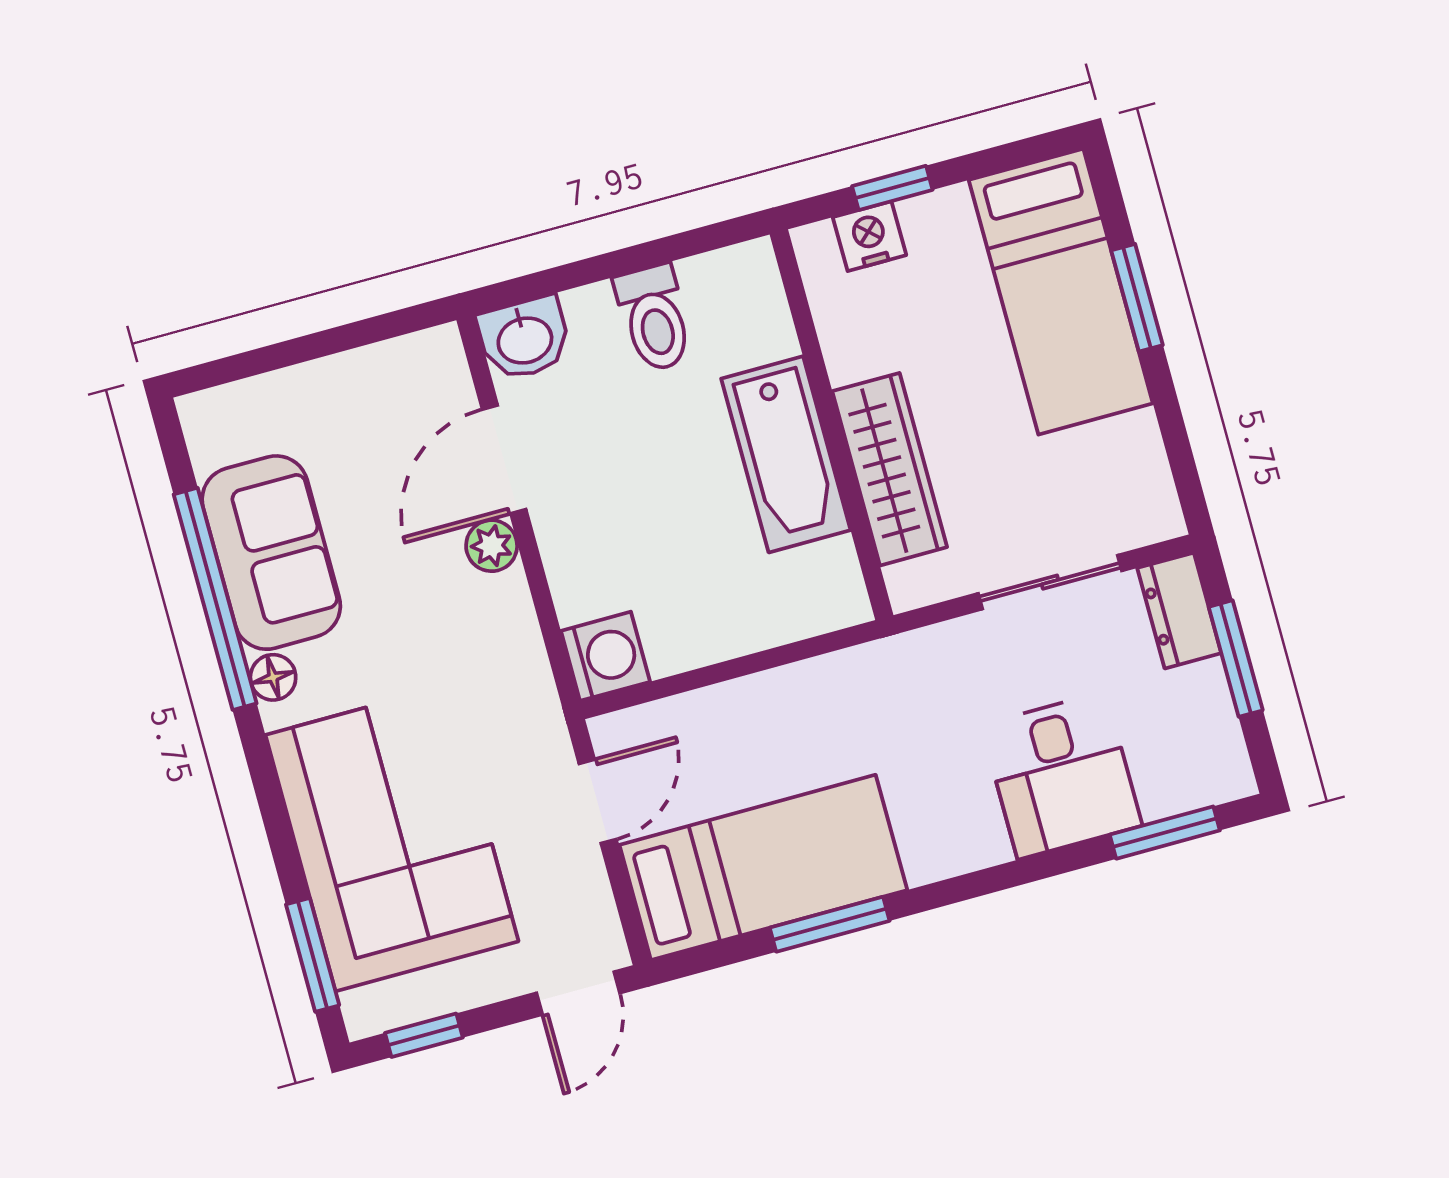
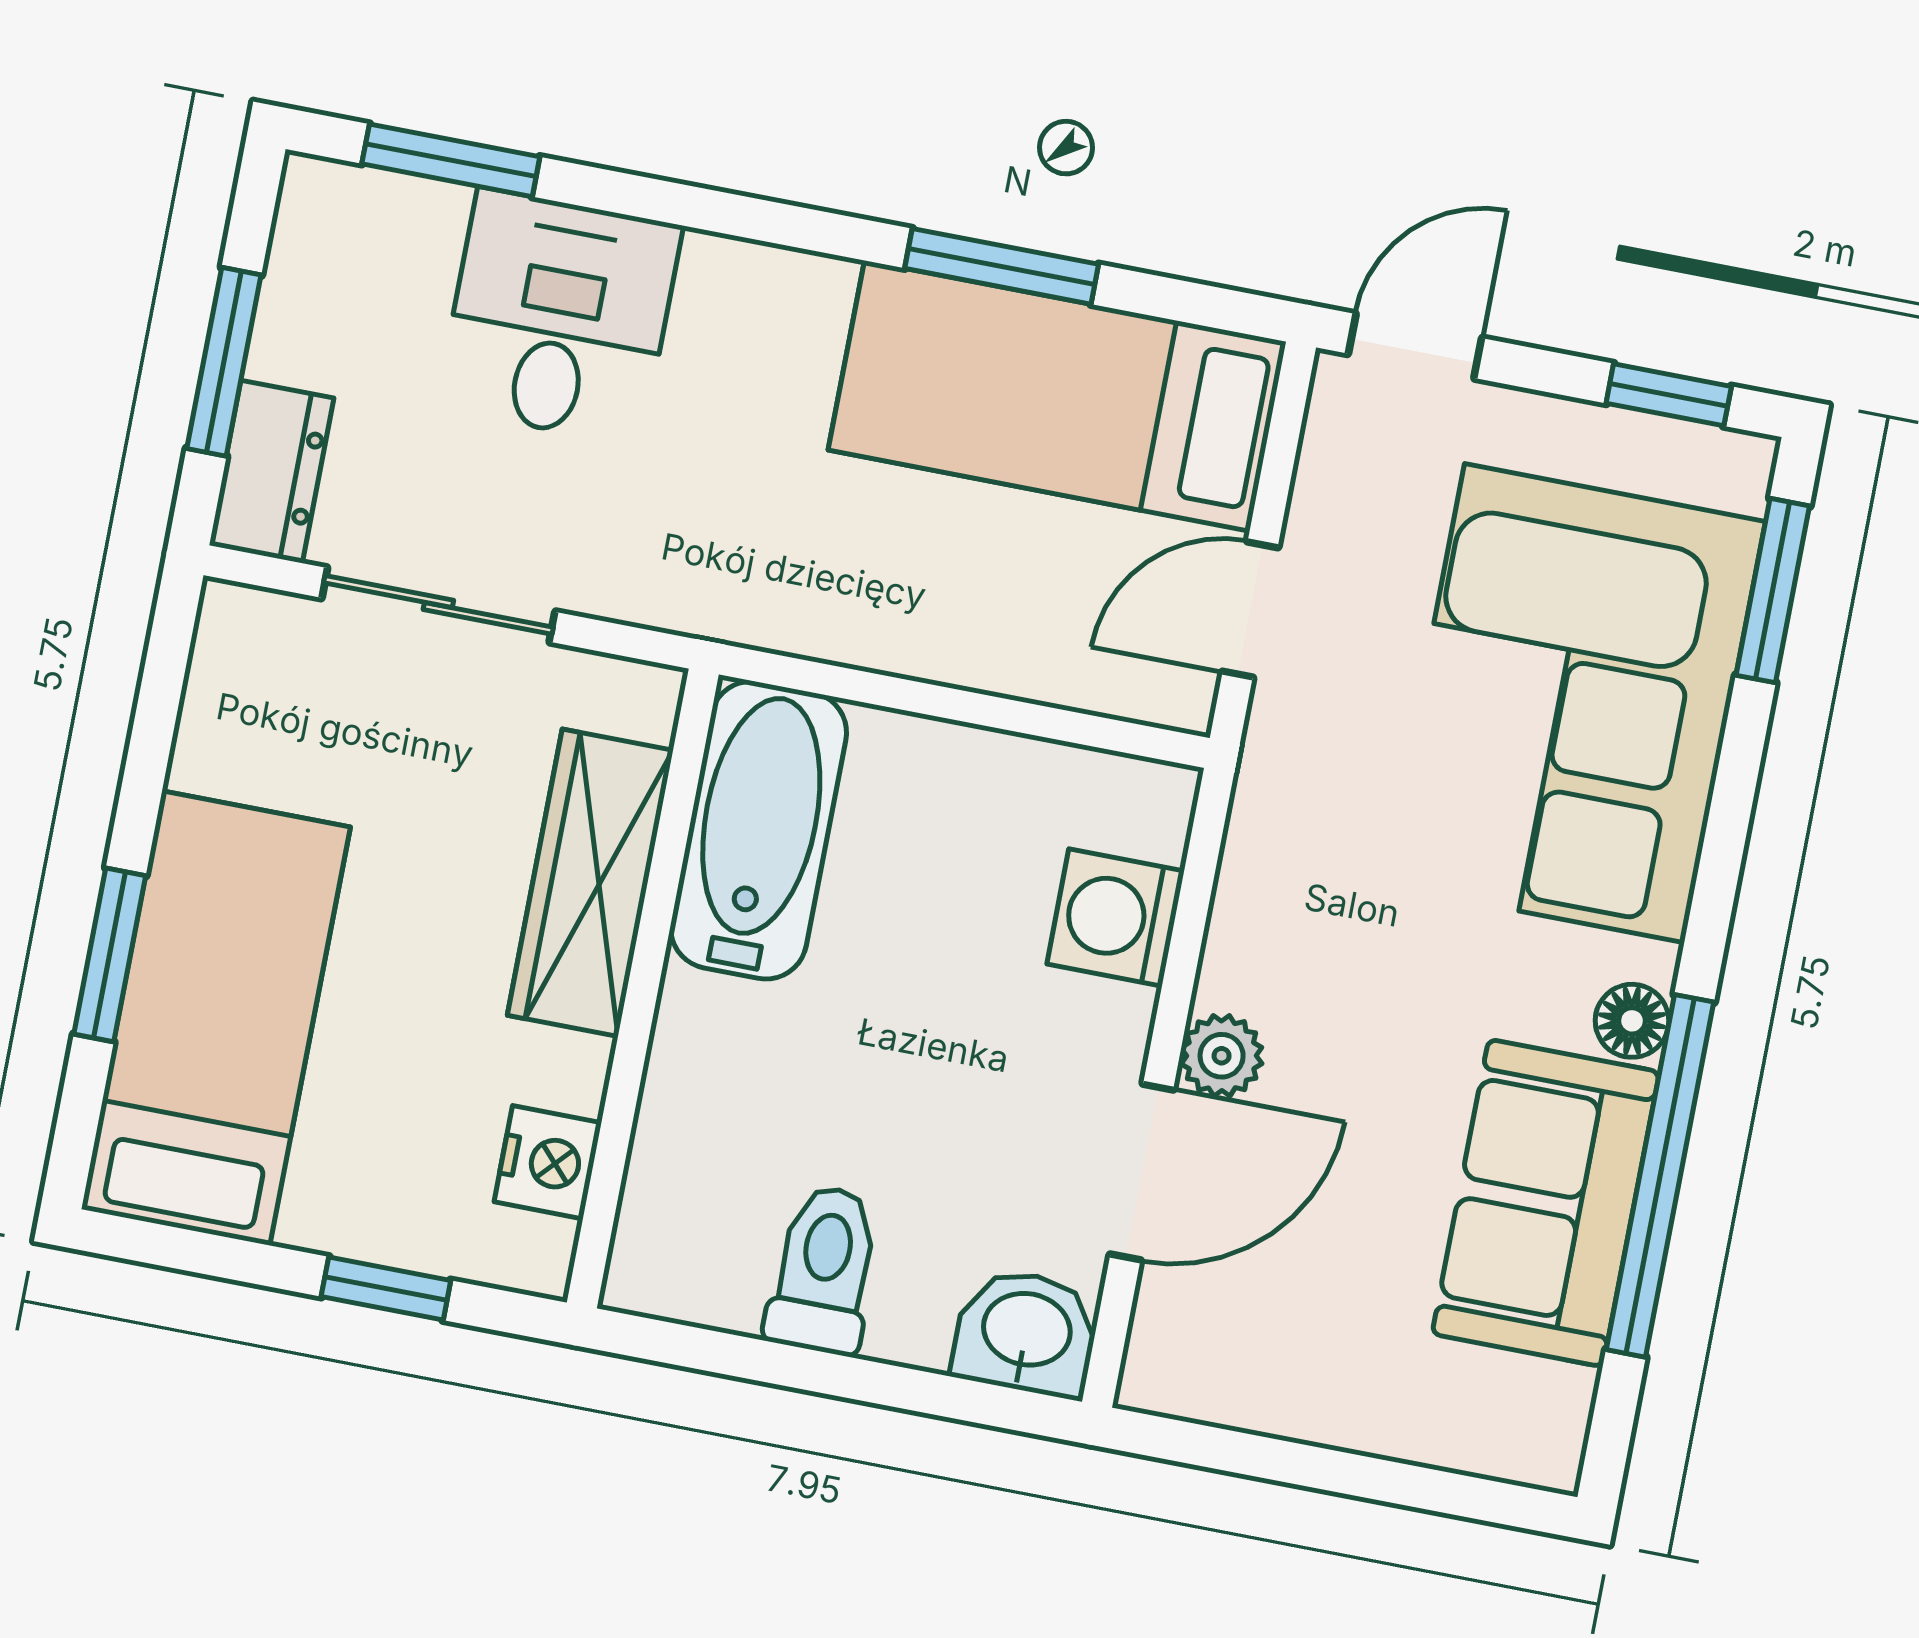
nightstand: (870, 236) -> (548, 1162), moved, turned -90
bathtub: (786, 454) -> (759, 830), moved
washing machine: (605, 656) -> (1116, 917), moved

